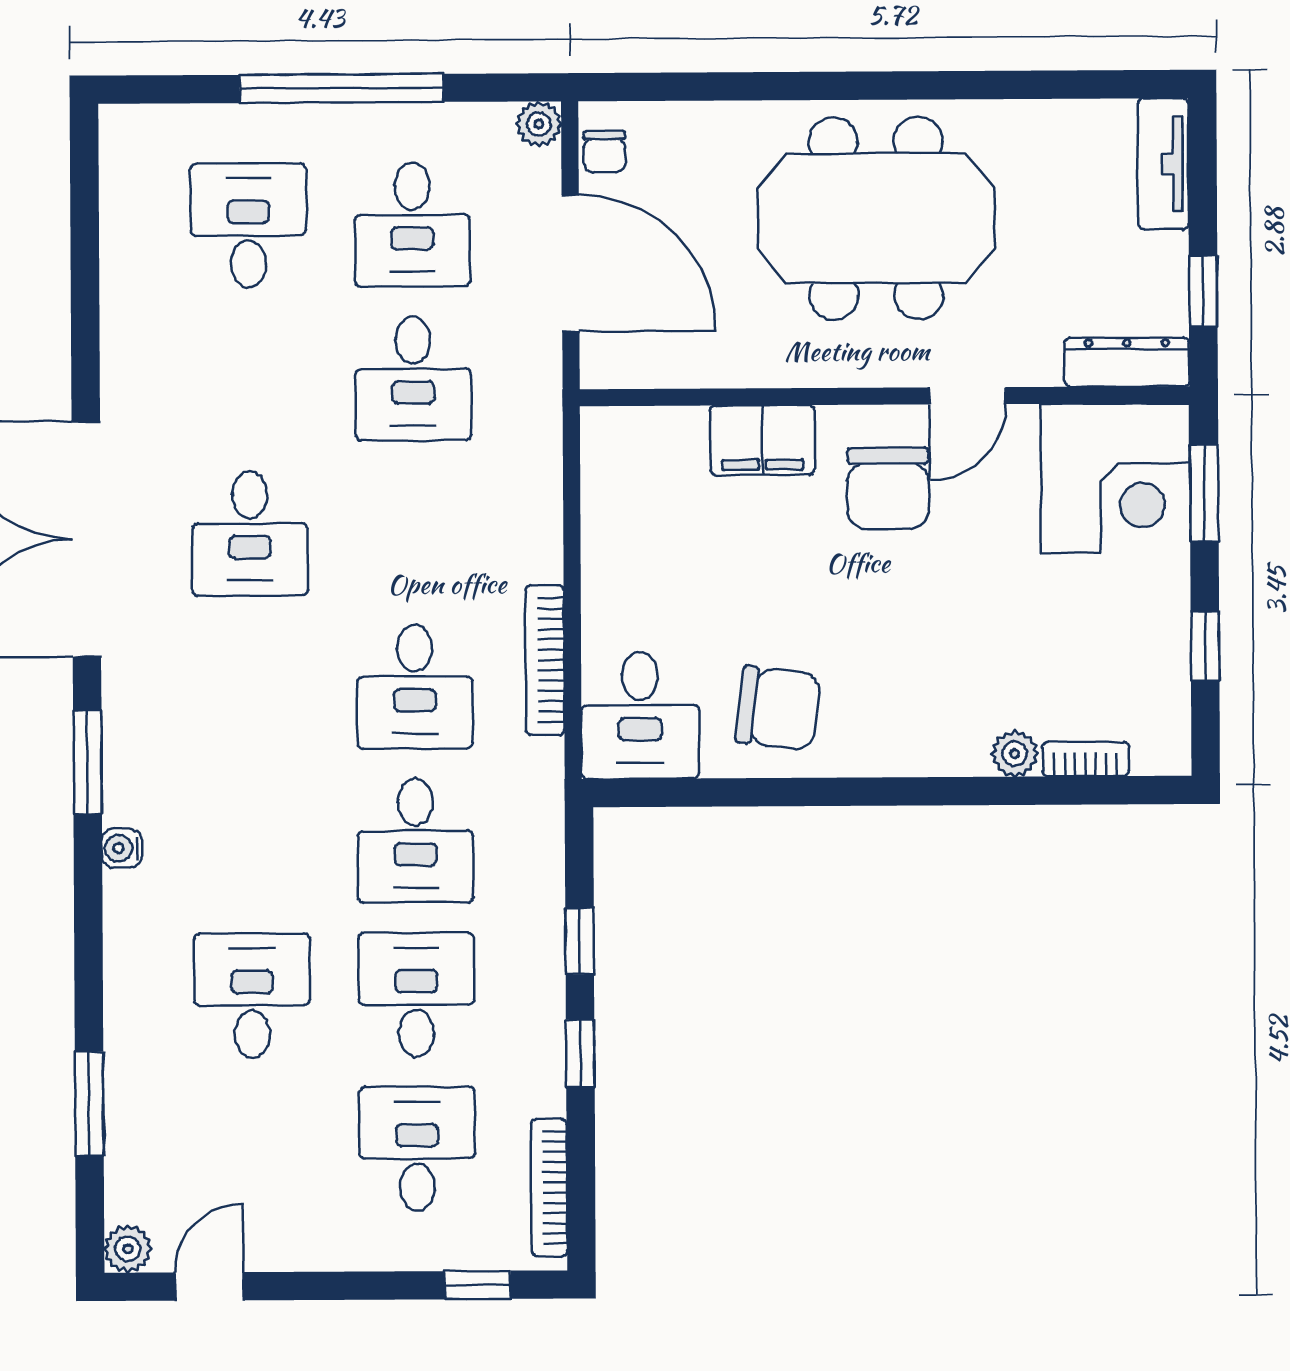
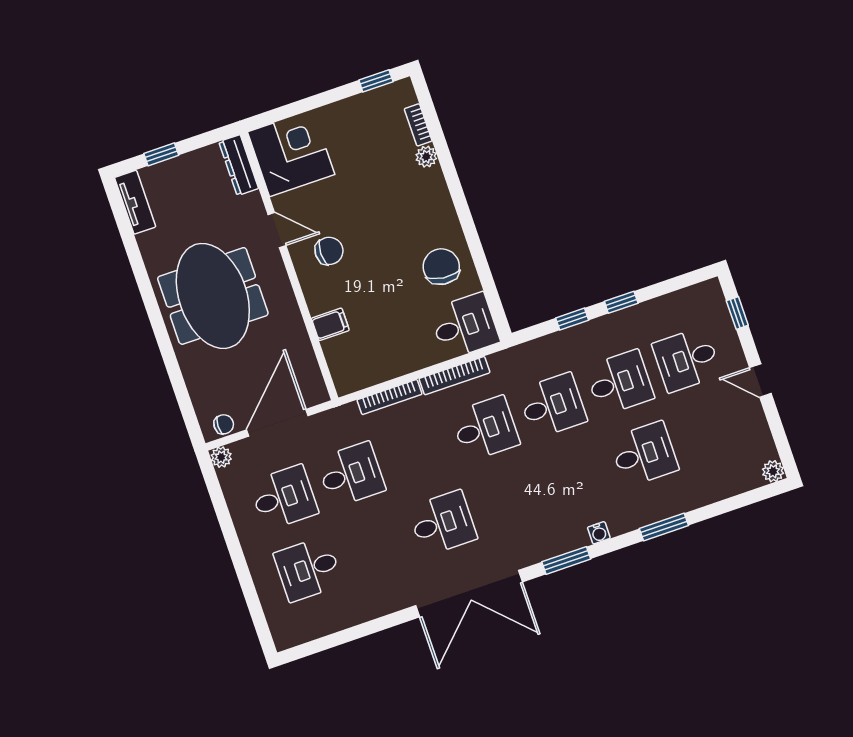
window: (342, 88) -> (235, 548), removed
tv unit: (1163, 164) -> (135, 202), moved, turned -90
window: (1203, 291) -> (161, 154), moved
filing cabinet: (762, 440) -> (330, 324), width x0.50
chair: (888, 488) -> (329, 251), width x0.73, depth x0.73
window: (1204, 493) -> (285, 112), removed
window: (1205, 646) -> (376, 81), moved
desk: (416, 995) -> (620, 383), turned 180
desk: (252, 996) -> (644, 454), turned 180
window: (89, 1104) -> (664, 527), moved
bookcase: (549, 1188) -> (390, 397), moved
door: (209, 1286) -> (760, 381), moved

